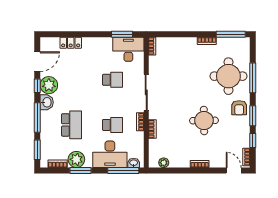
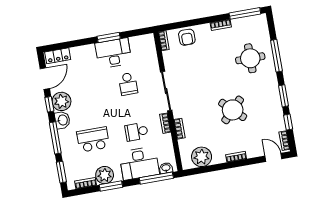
window: (122, 34) -> (109, 37), moved
locker: (71, 43) -> (58, 56), moved
desk: (128, 49) -> (113, 53), moved
round table: (228, 76) -> (250, 58), width x0.73, depth x0.73
school desk: (113, 80) -> (128, 84), turned 90
armchair: (239, 108) -> (187, 37), moved
round table: (204, 121) -> (233, 110), turned 45
school desk: (72, 125) -> (93, 139), turned -90
school desk: (113, 125) -> (136, 132), turned 180
plant: (164, 163) -> (202, 157), width x1.88, depth x1.88

